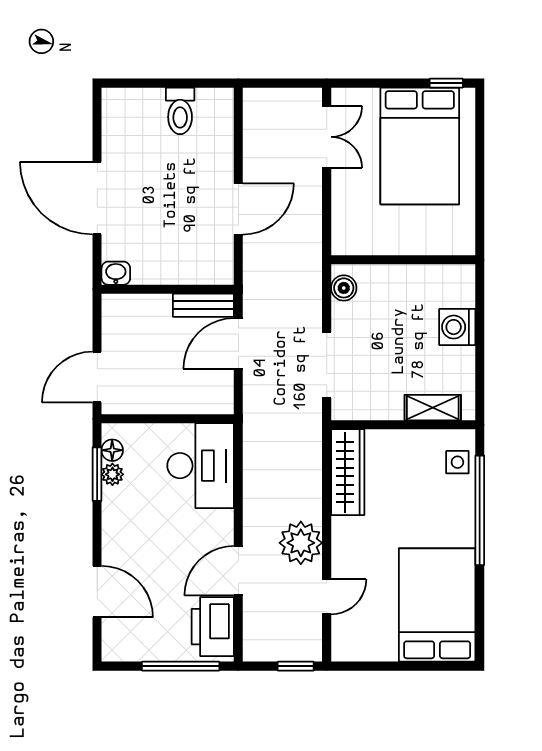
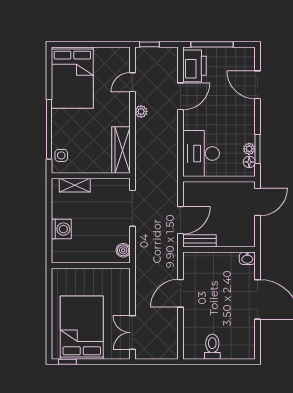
plant: (301, 543) -> (141, 111), width x0.53, depth x0.53

